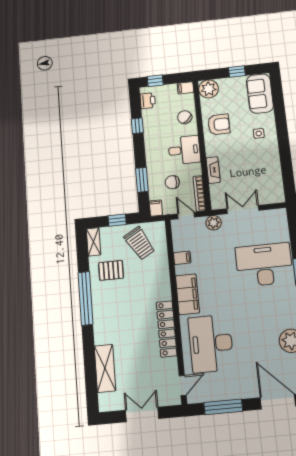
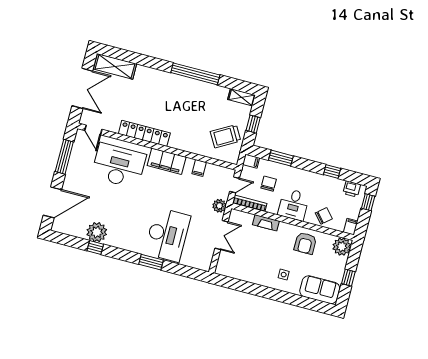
pallet: (111, 270) -> (211, 104), removed
shelving: (105, 368) -> (115, 66), moved
double door: (142, 414) -> (82, 88), width x1.37

